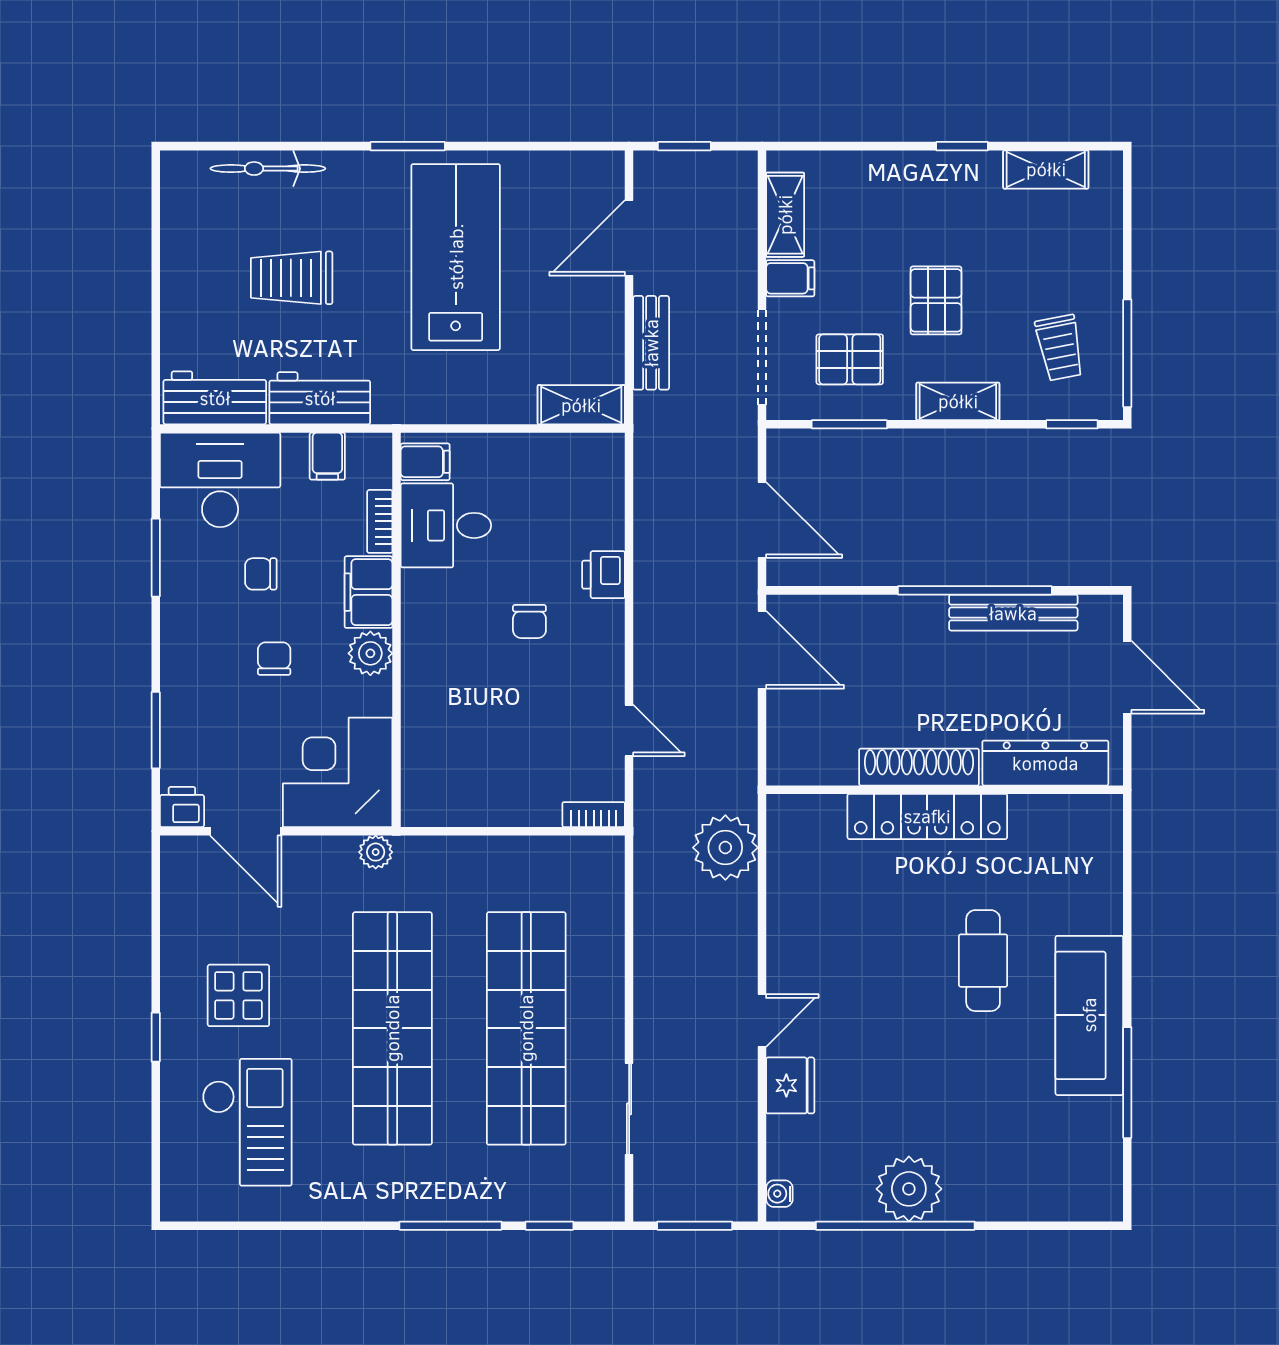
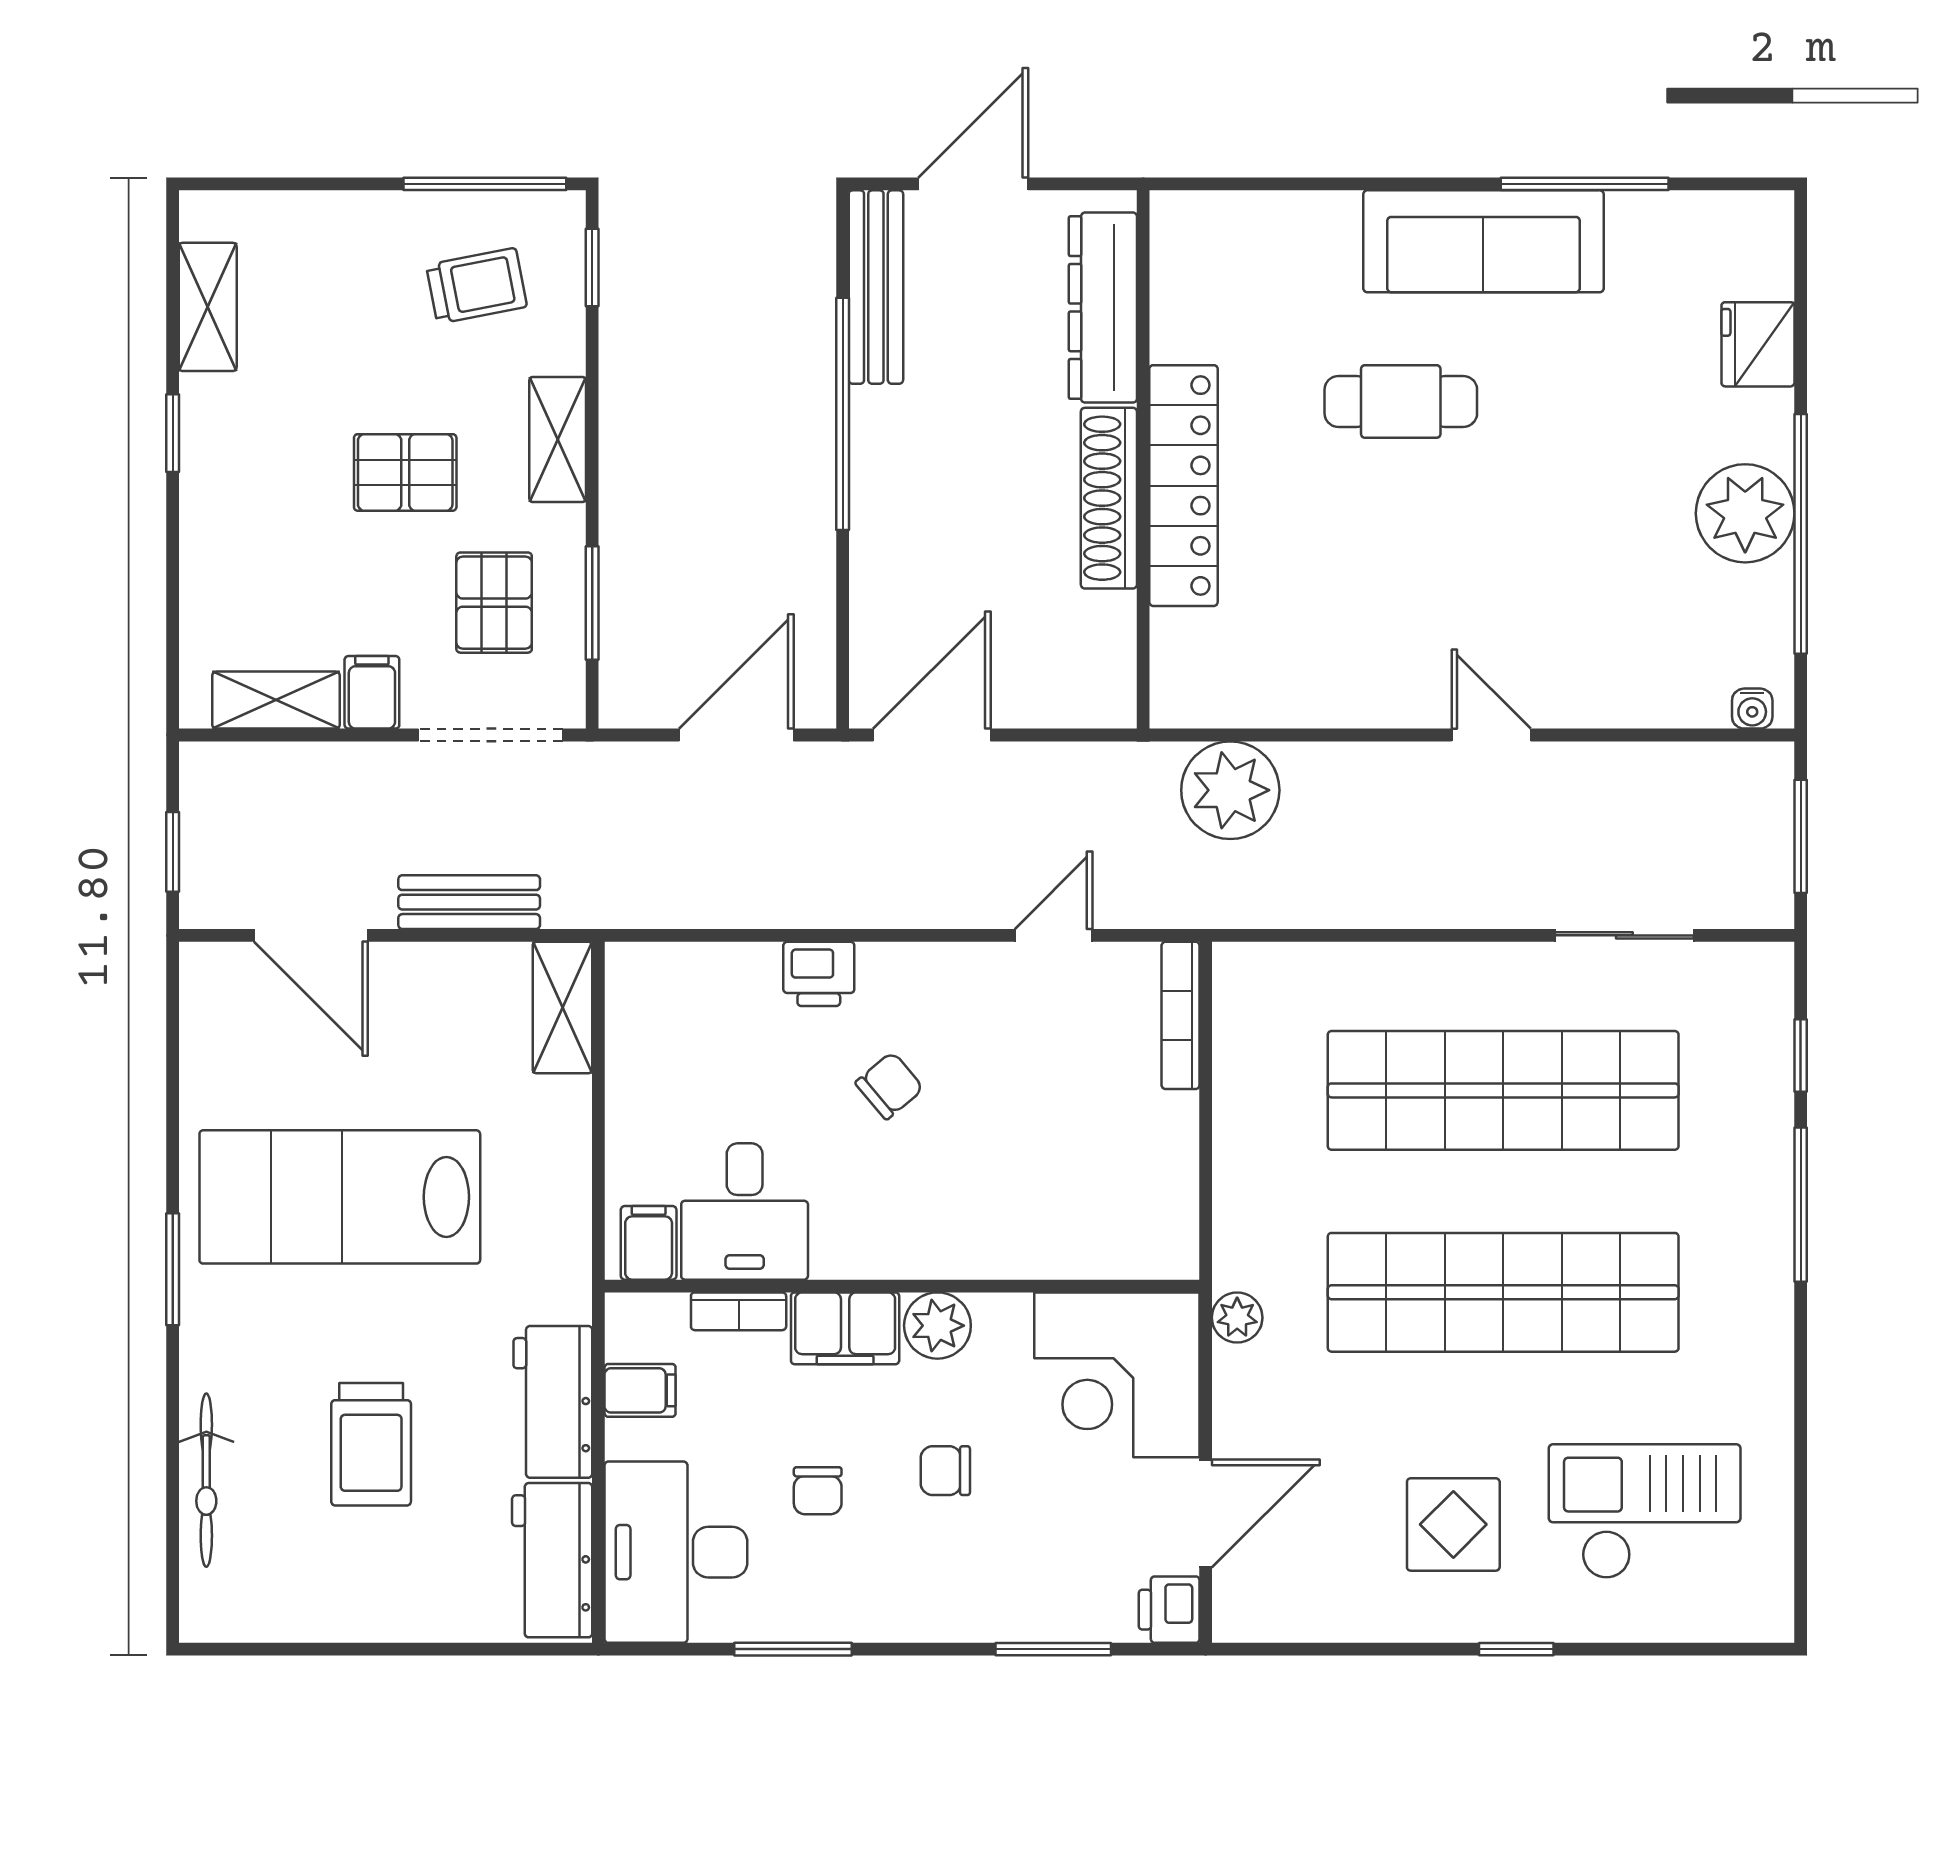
bench: (1013, 613) -> (876, 287), moved
chair: (529, 622) -> (889, 1086), turned -40
bookcase: (594, 815) -> (1181, 1015), width x1.56
fridge: (790, 1085) -> (1758, 344), moved, turned -90

